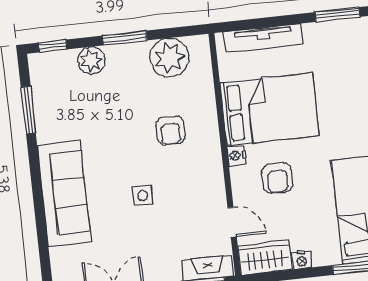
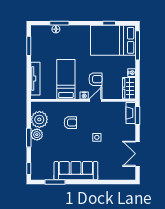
plant: (91, 60) -> (37, 135), moved
bed: (269, 109) -> (66, 79), width x0.67
sofa: (64, 193) -> (76, 171), moved
door: (232, 222) -> (95, 100), moved

